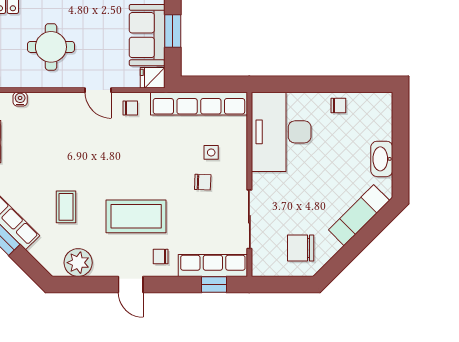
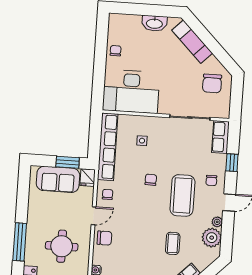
window: (173, 31) -> (68, 162), moved
chair: (67, 108) -> (104, 238), added
chair: (203, 182) -> (151, 180), moved
coffee table: (66, 207) -> (173, 243), turned 90
row of seats: (213, 265) -> (221, 137), width x0.68
plant: (101, 269) -> (217, 222), added
window: (214, 284) -> (232, 163), moved

